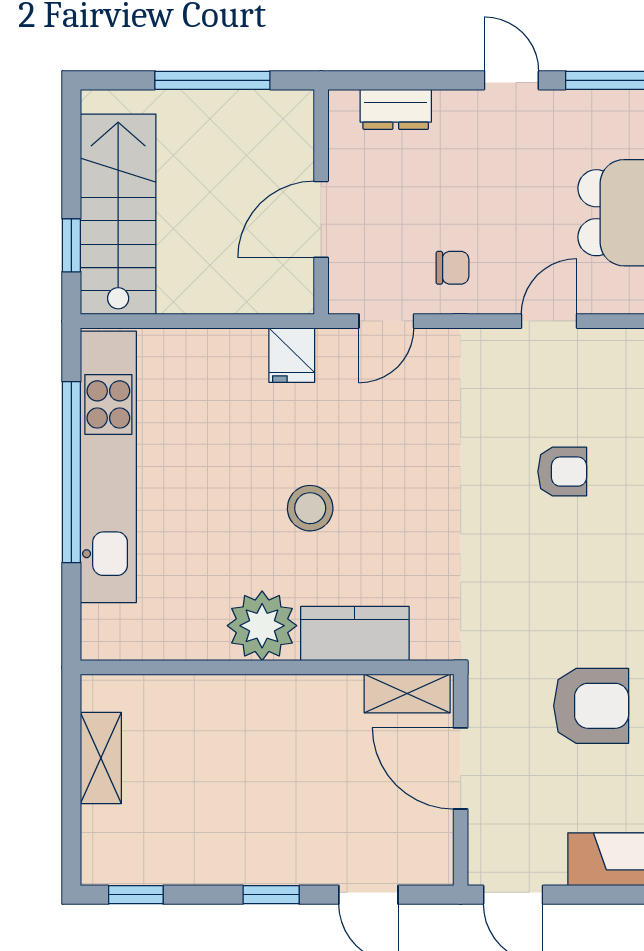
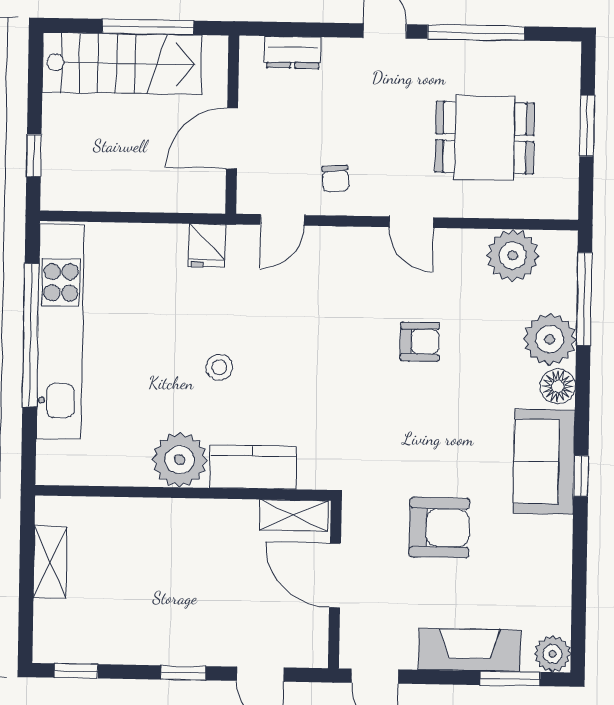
stairs: (118, 214) -> (122, 63), moved, turned 90
chair: (452, 268) -> (336, 179), turned 85
door: (549, 321) -> (411, 222), swing flipped
stool: (310, 508) -> (219, 367), width x0.73, depth x0.73

